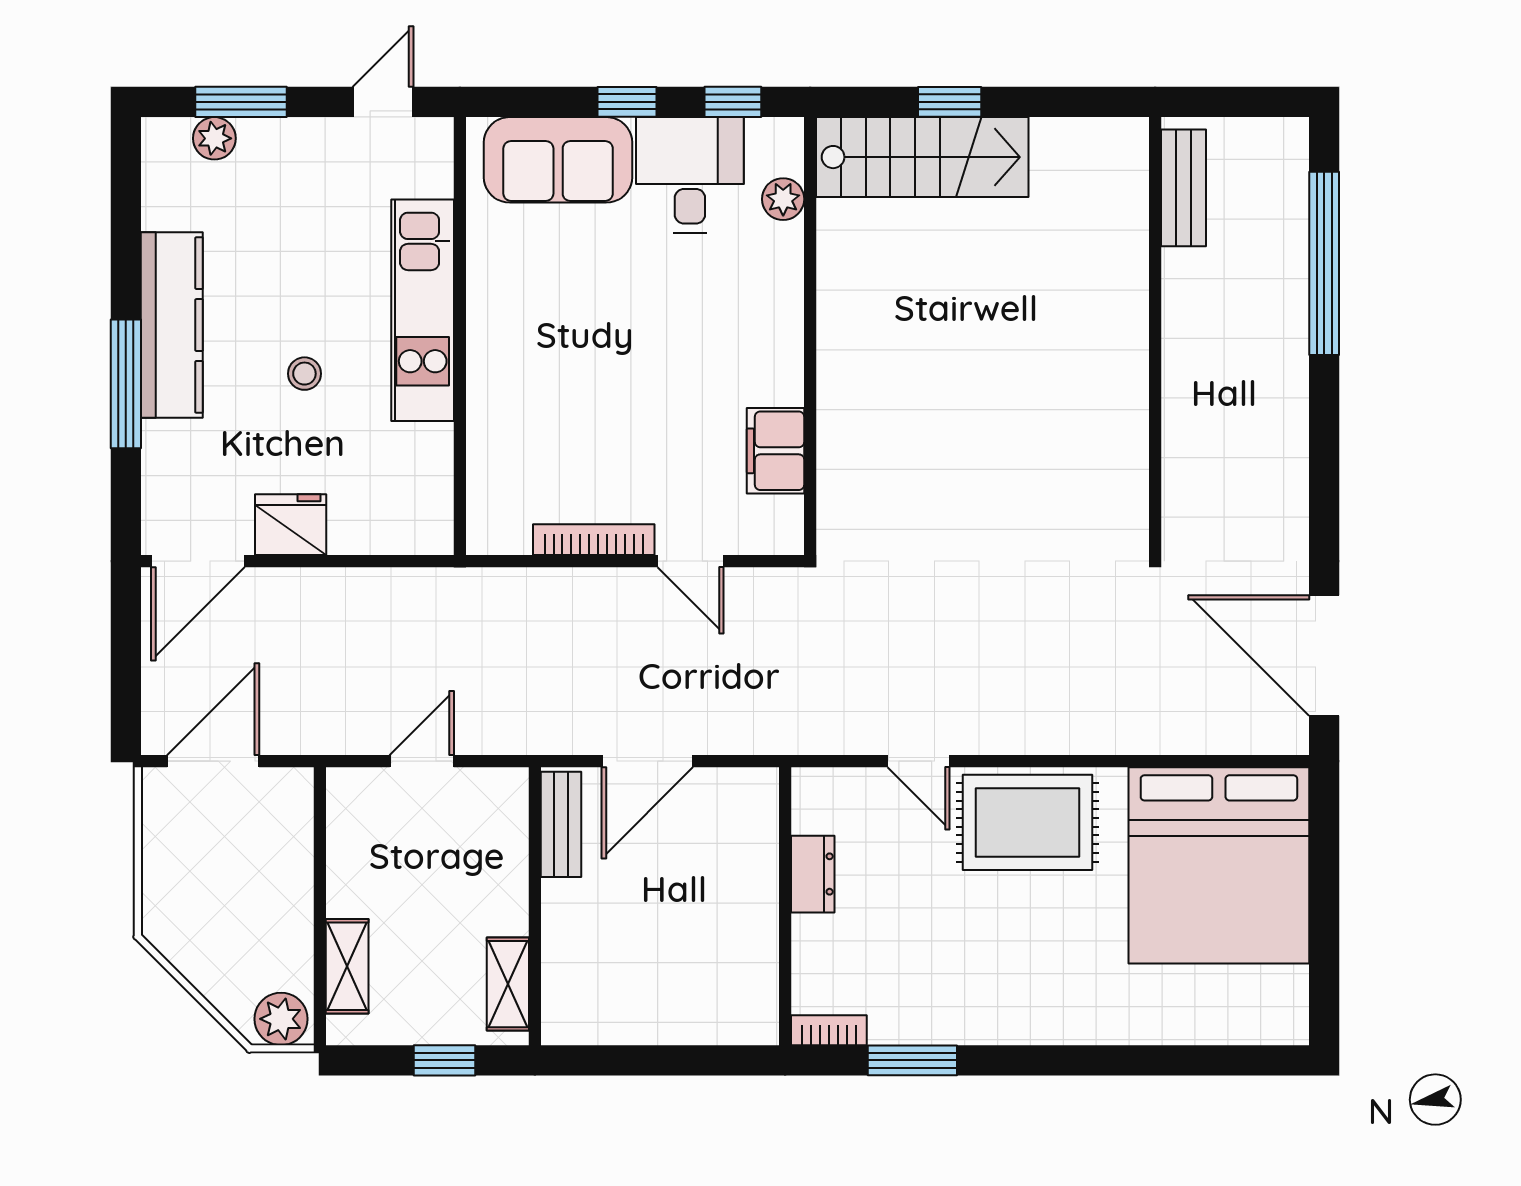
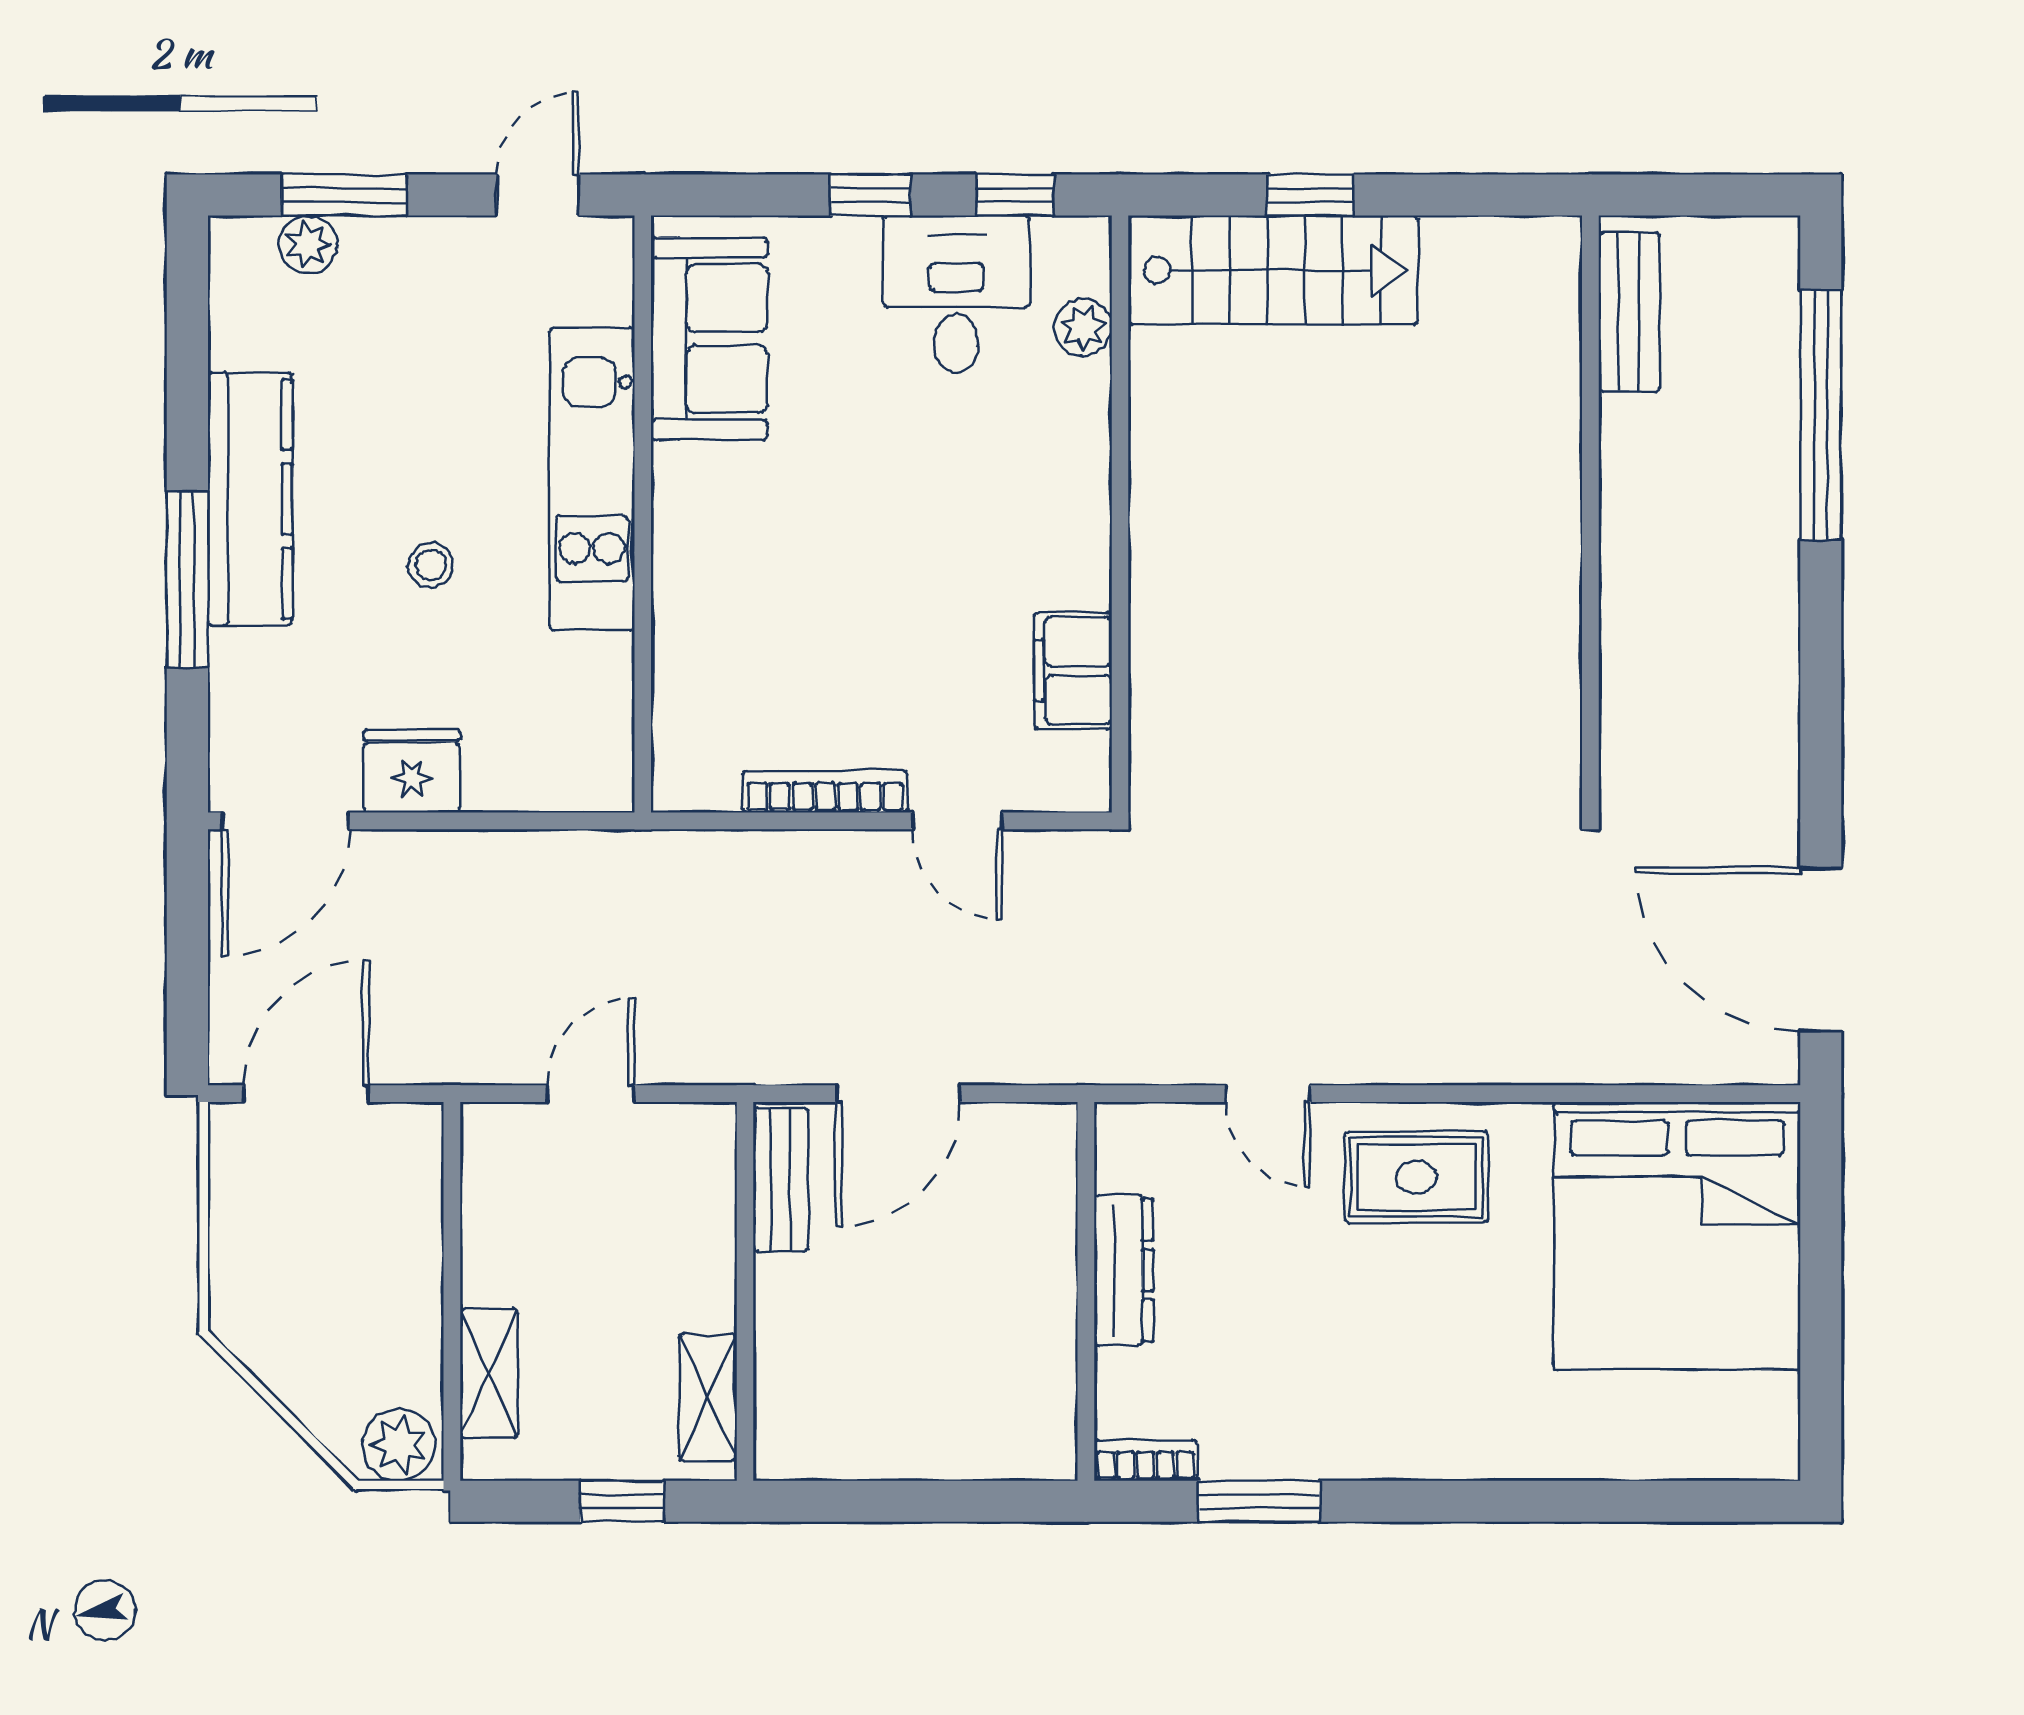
sofa: (558, 160) -> (709, 339), moved, turned -90
rug: (1028, 822) -> (1416, 1177), width x0.73, depth x0.70
dresser: (813, 874) -> (1124, 1270), width x1.44

